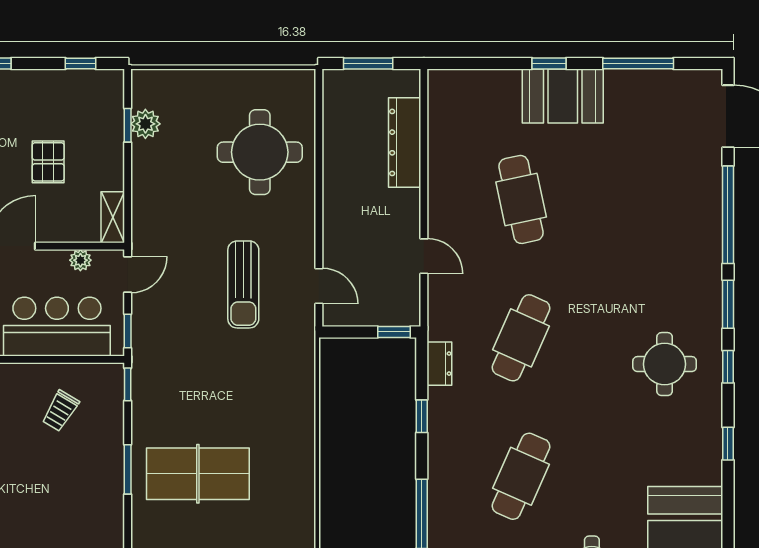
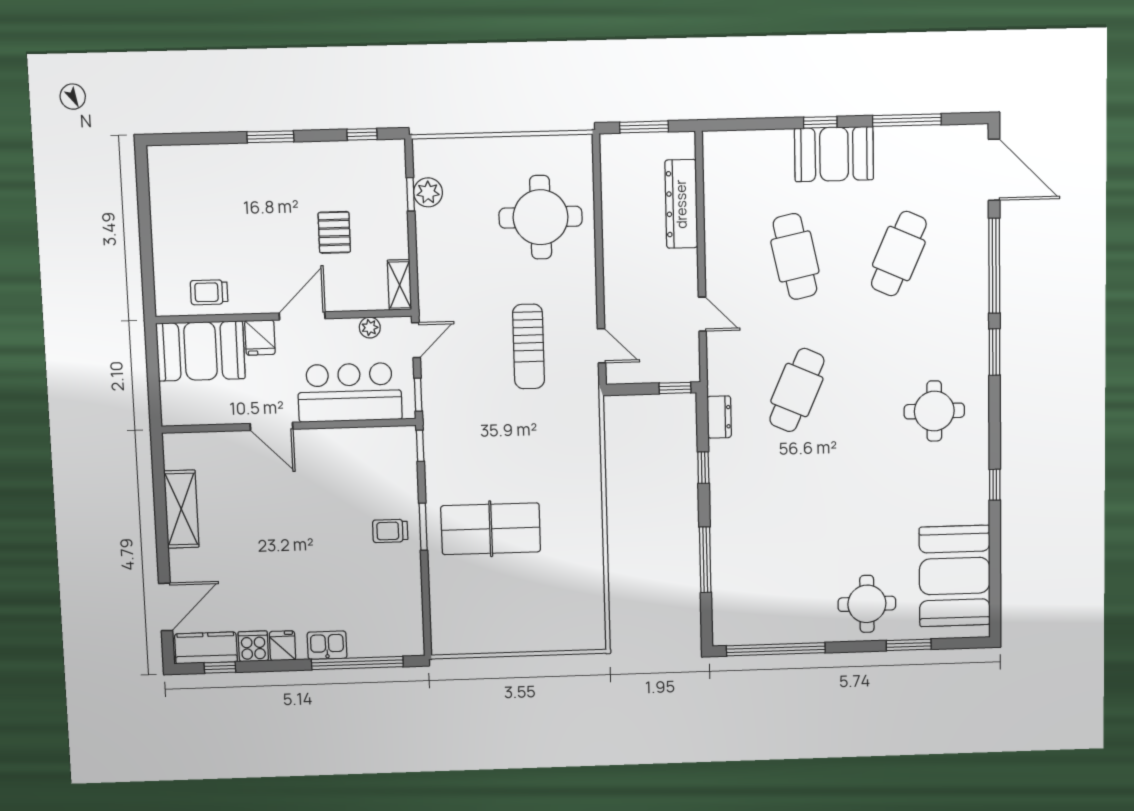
window: (728, 367) -> (995, 412), removed
trolley: (60, 411) -> (390, 531), moved, turned 59
cafe table: (521, 476) -> (899, 254), moved

